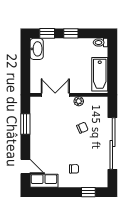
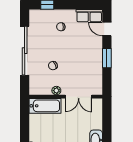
bathtub: (100, 74) -> (45, 106), moved, turned 90
window: (25, 124) -> (107, 58), moved

